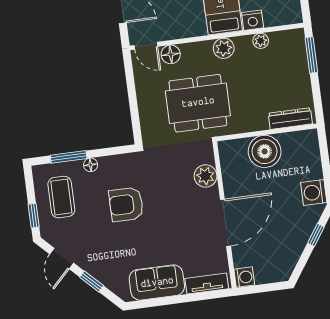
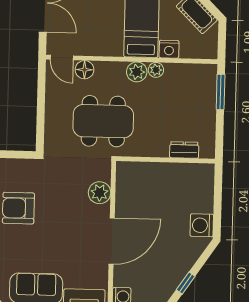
plant: (261, 41) -> (156, 70), moved
dresser: (290, 119) -> (184, 150), width x0.70
boiler: (265, 151) -> (160, 178), removed
window: (316, 235) -> (186, 283), moved

